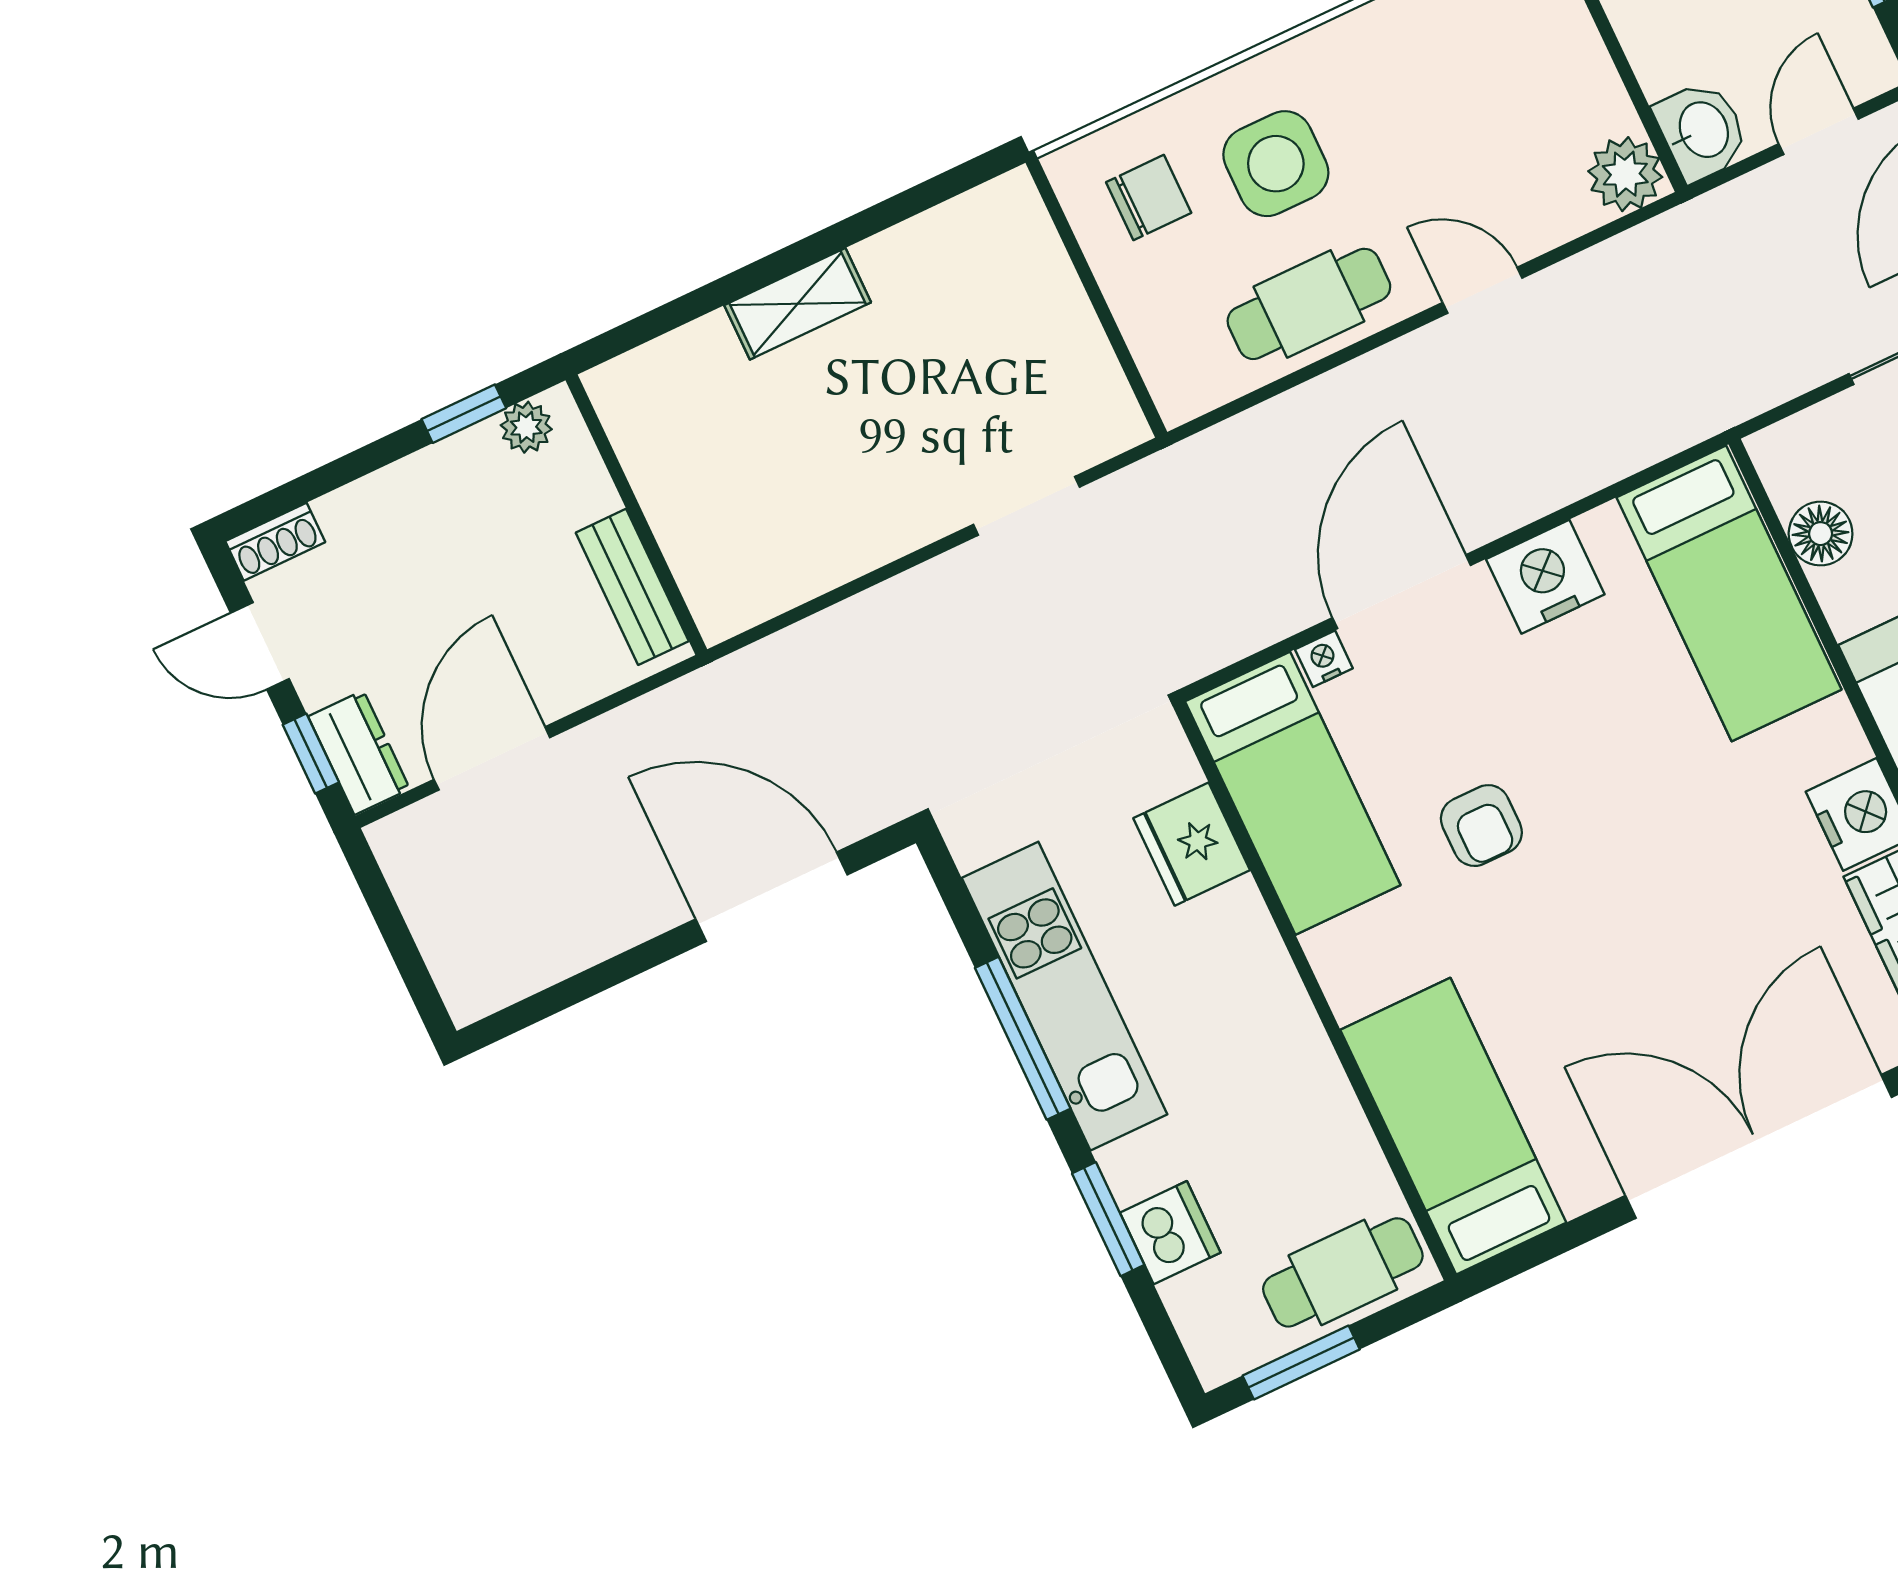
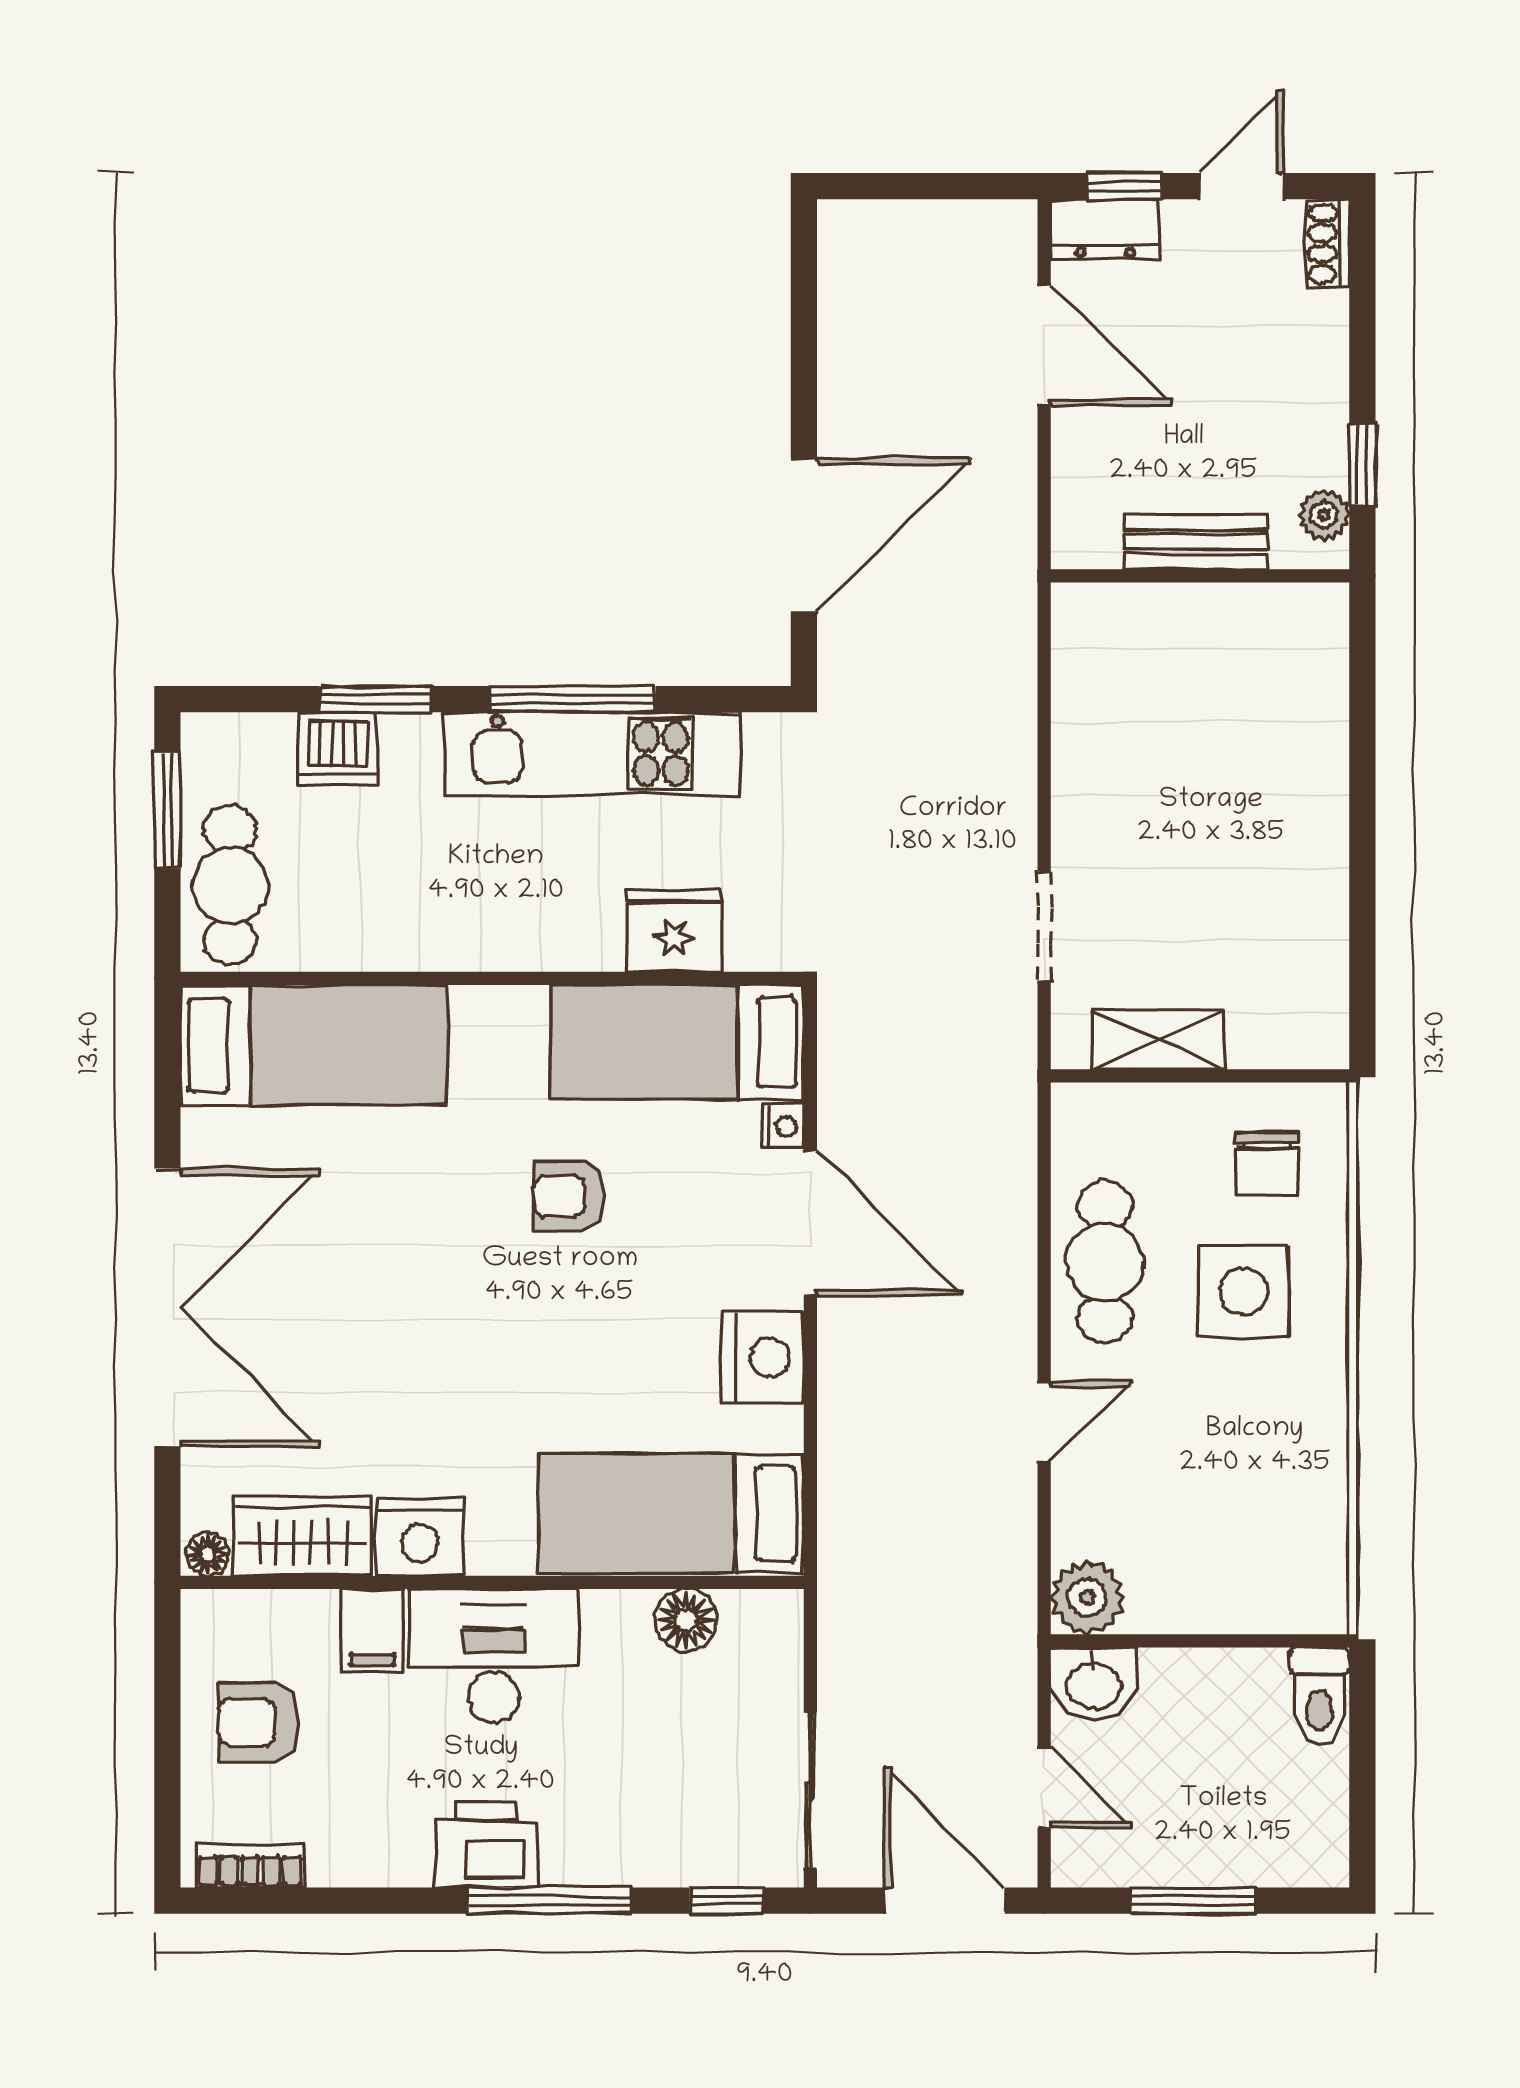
shelving: (798, 304) -> (1158, 1040), moved, turned 90
bench: (632, 587) -> (1196, 542), moved

